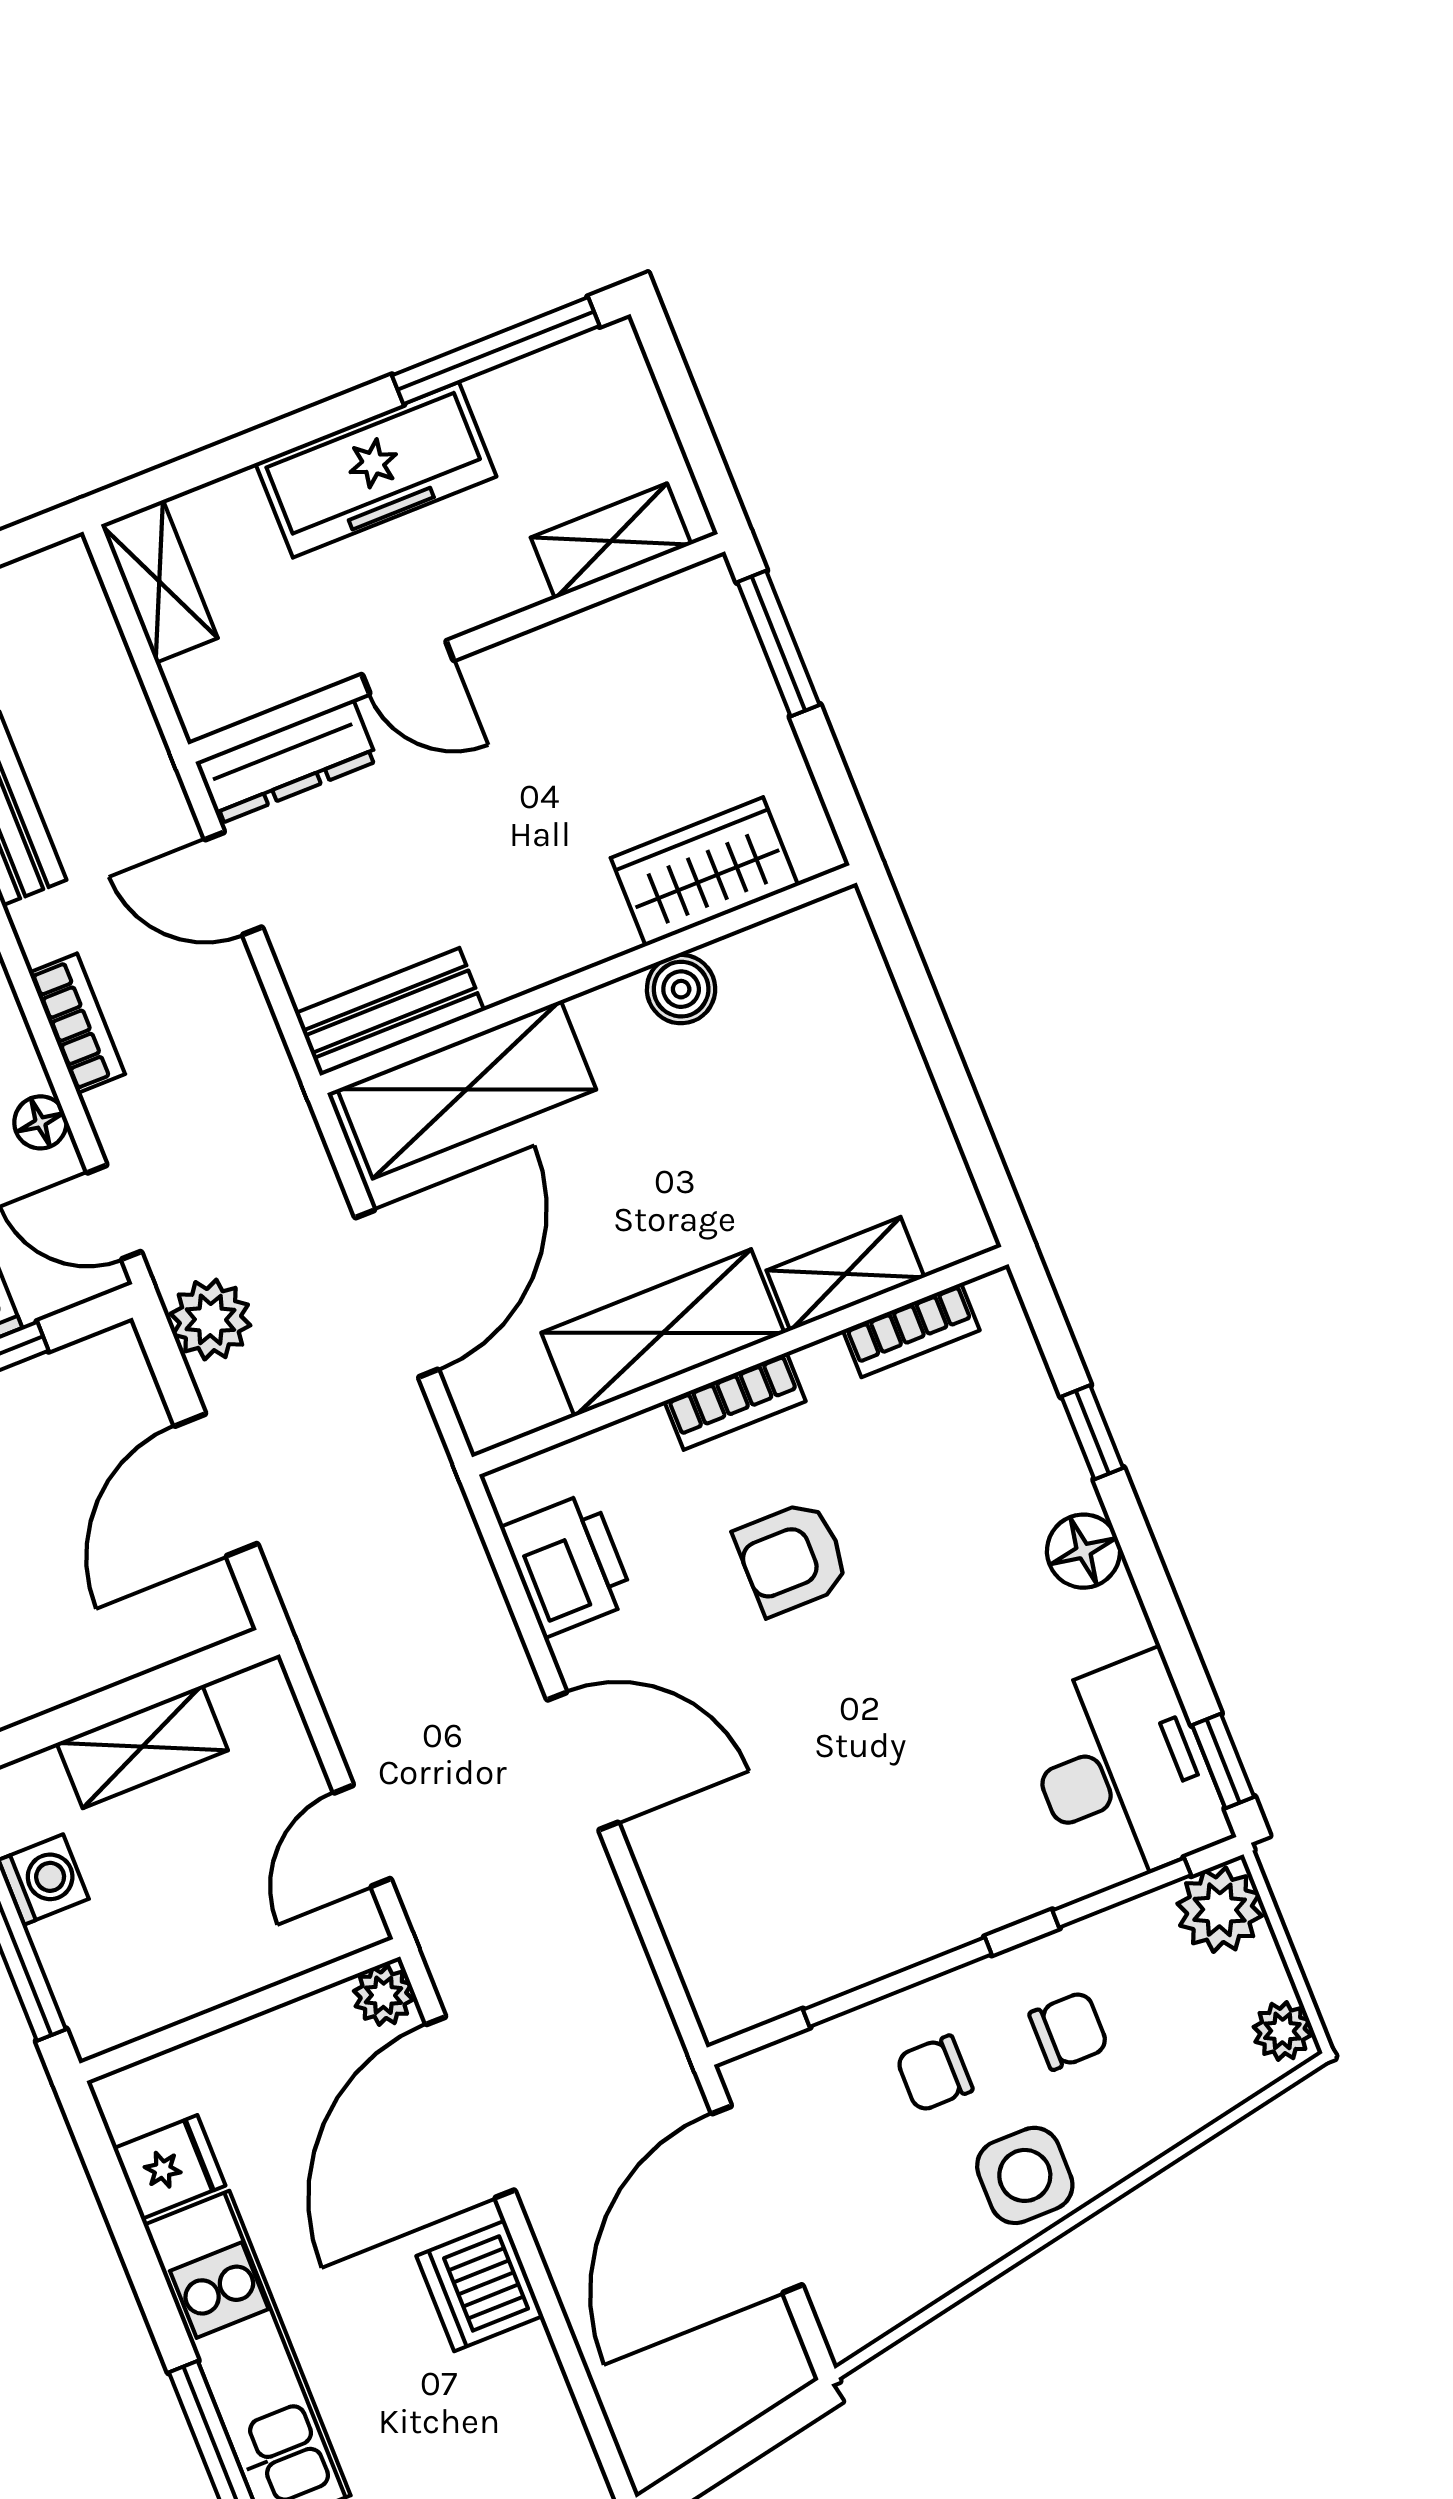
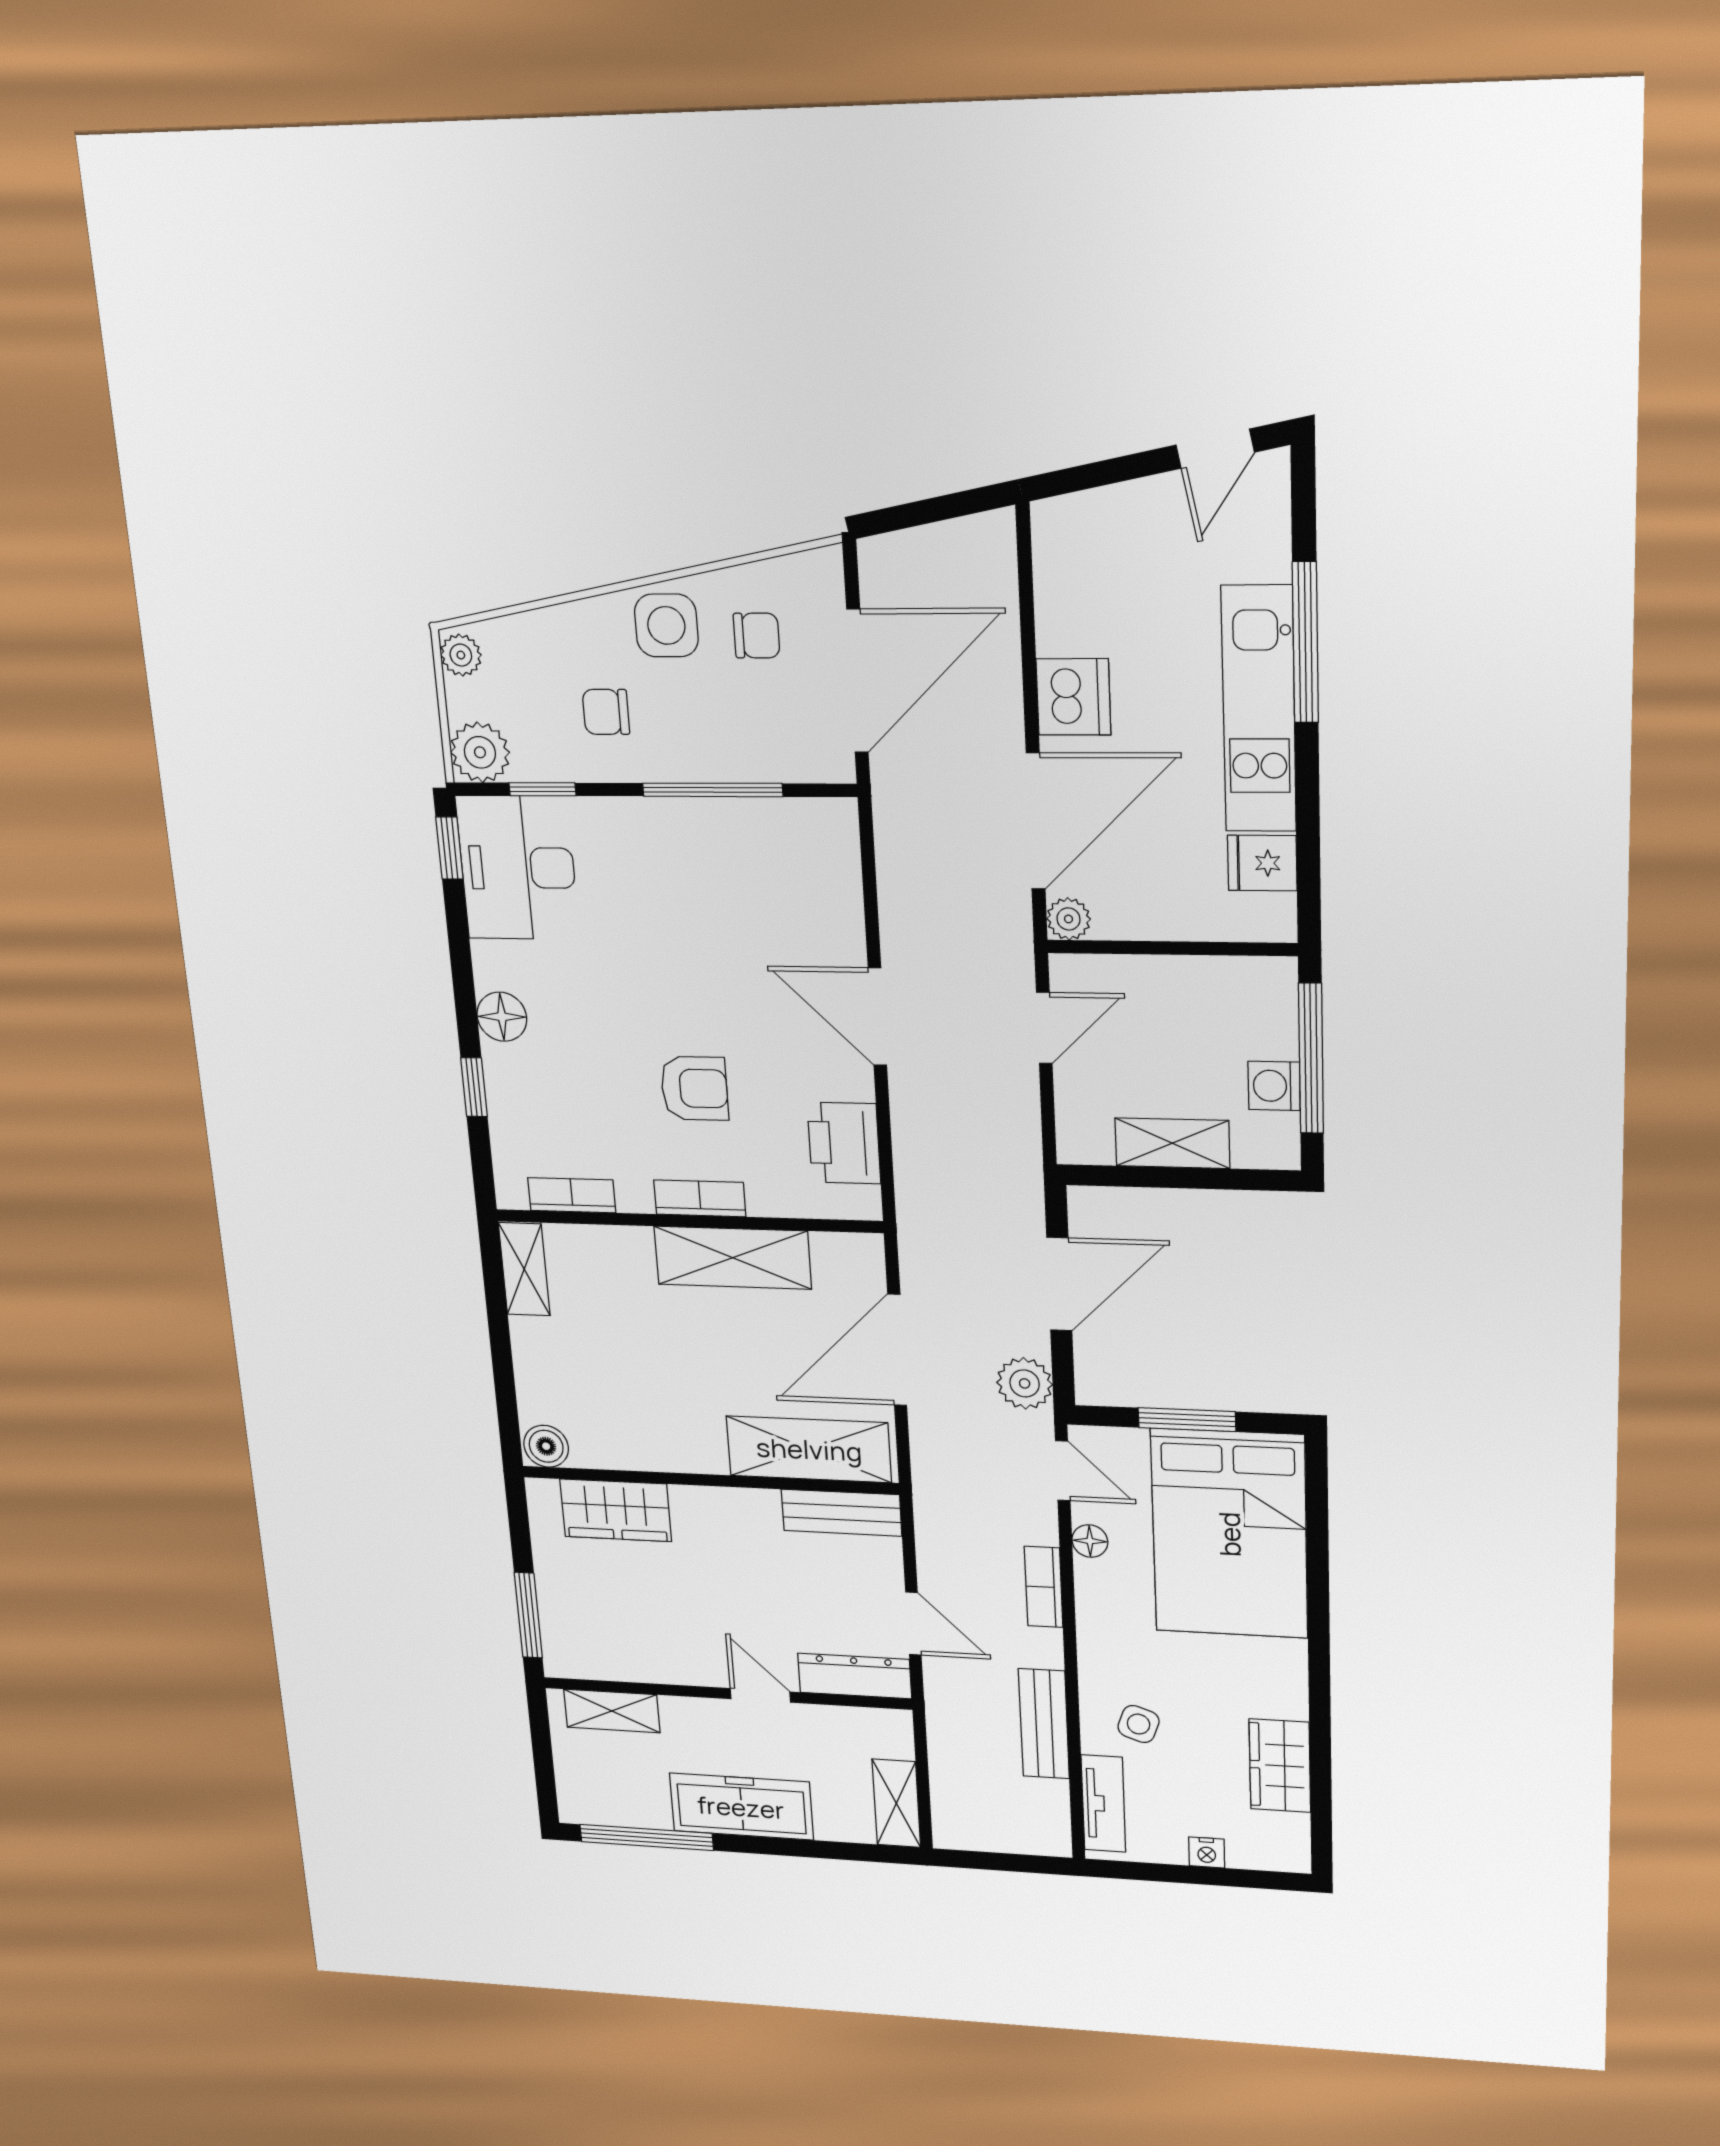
boiler: (681, 989) -> (546, 1446), moved
shelving: (846, 1274) -> (524, 1269), moved, turned 90
window: (1122, 1893) -> (542, 789), width x0.67
chair: (934, 2074) -> (757, 636), moved

